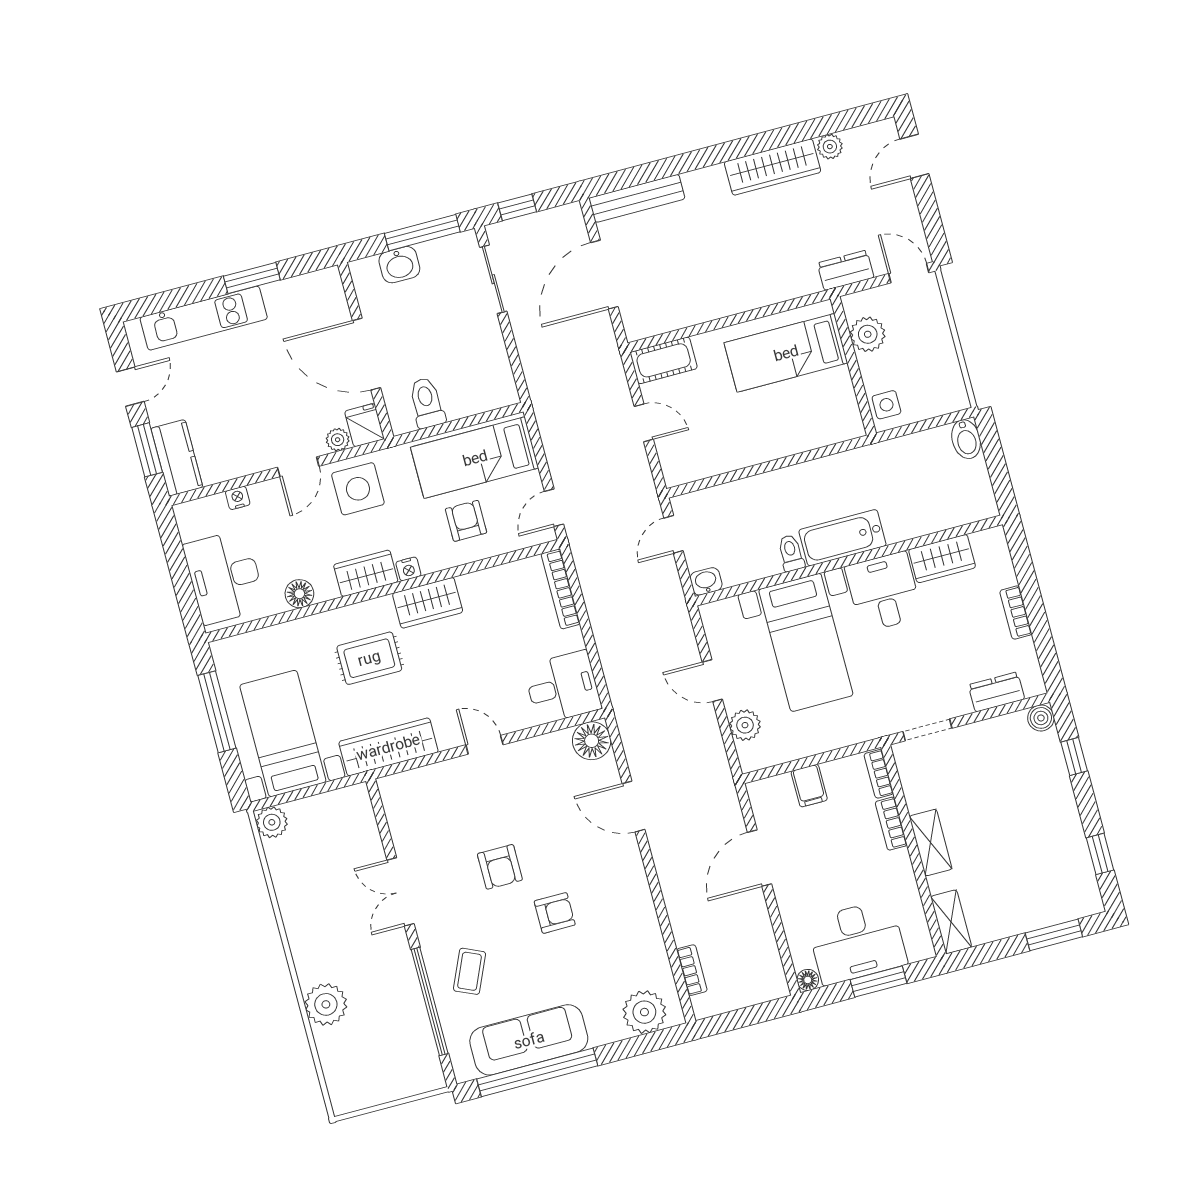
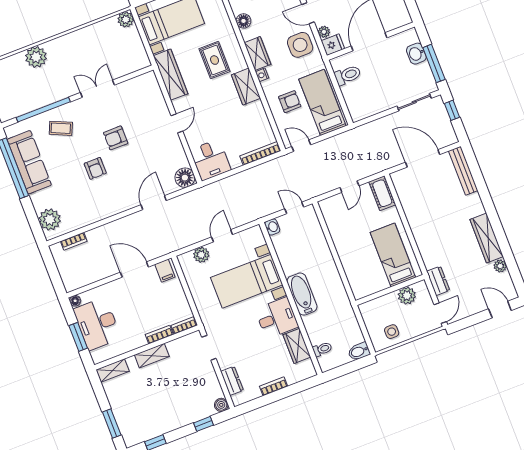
side table: (886, 405) -> (392, 332), moved
toilet: (791, 553) -> (322, 349), moved
filing cabinet: (809, 786) -> (165, 271), moved, turned -90

